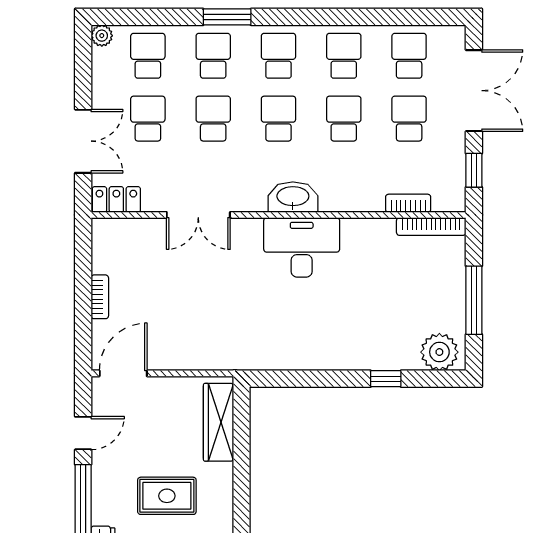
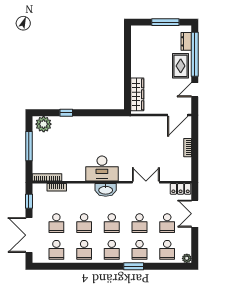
rug: (167, 496) -> (181, 66), moved, turned 90

